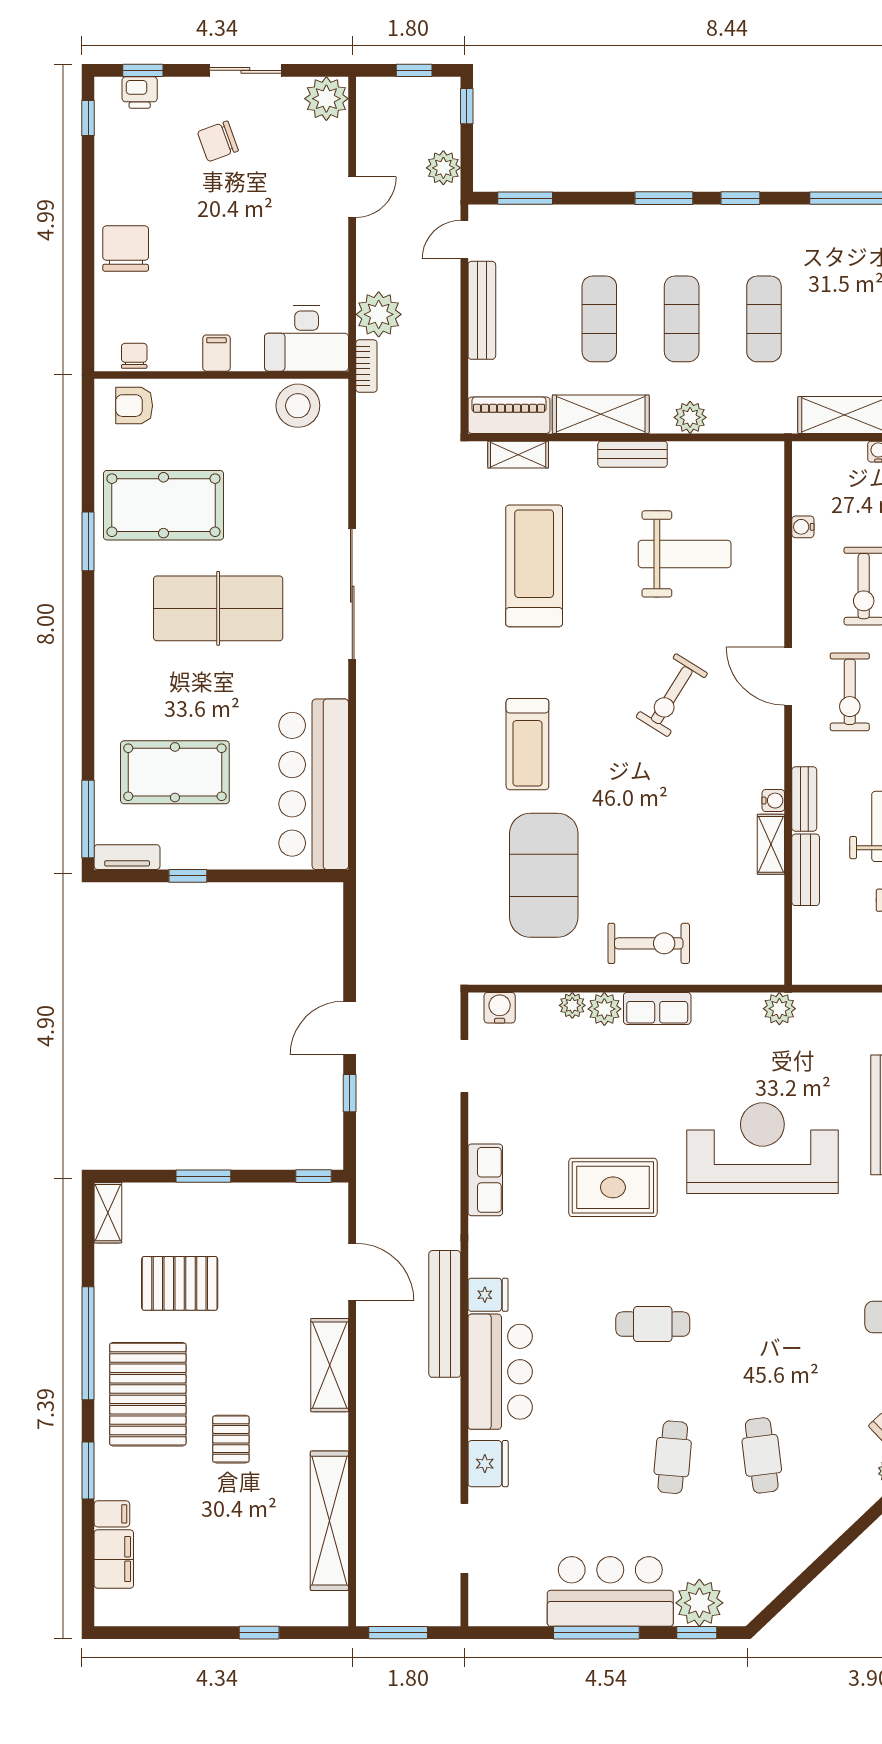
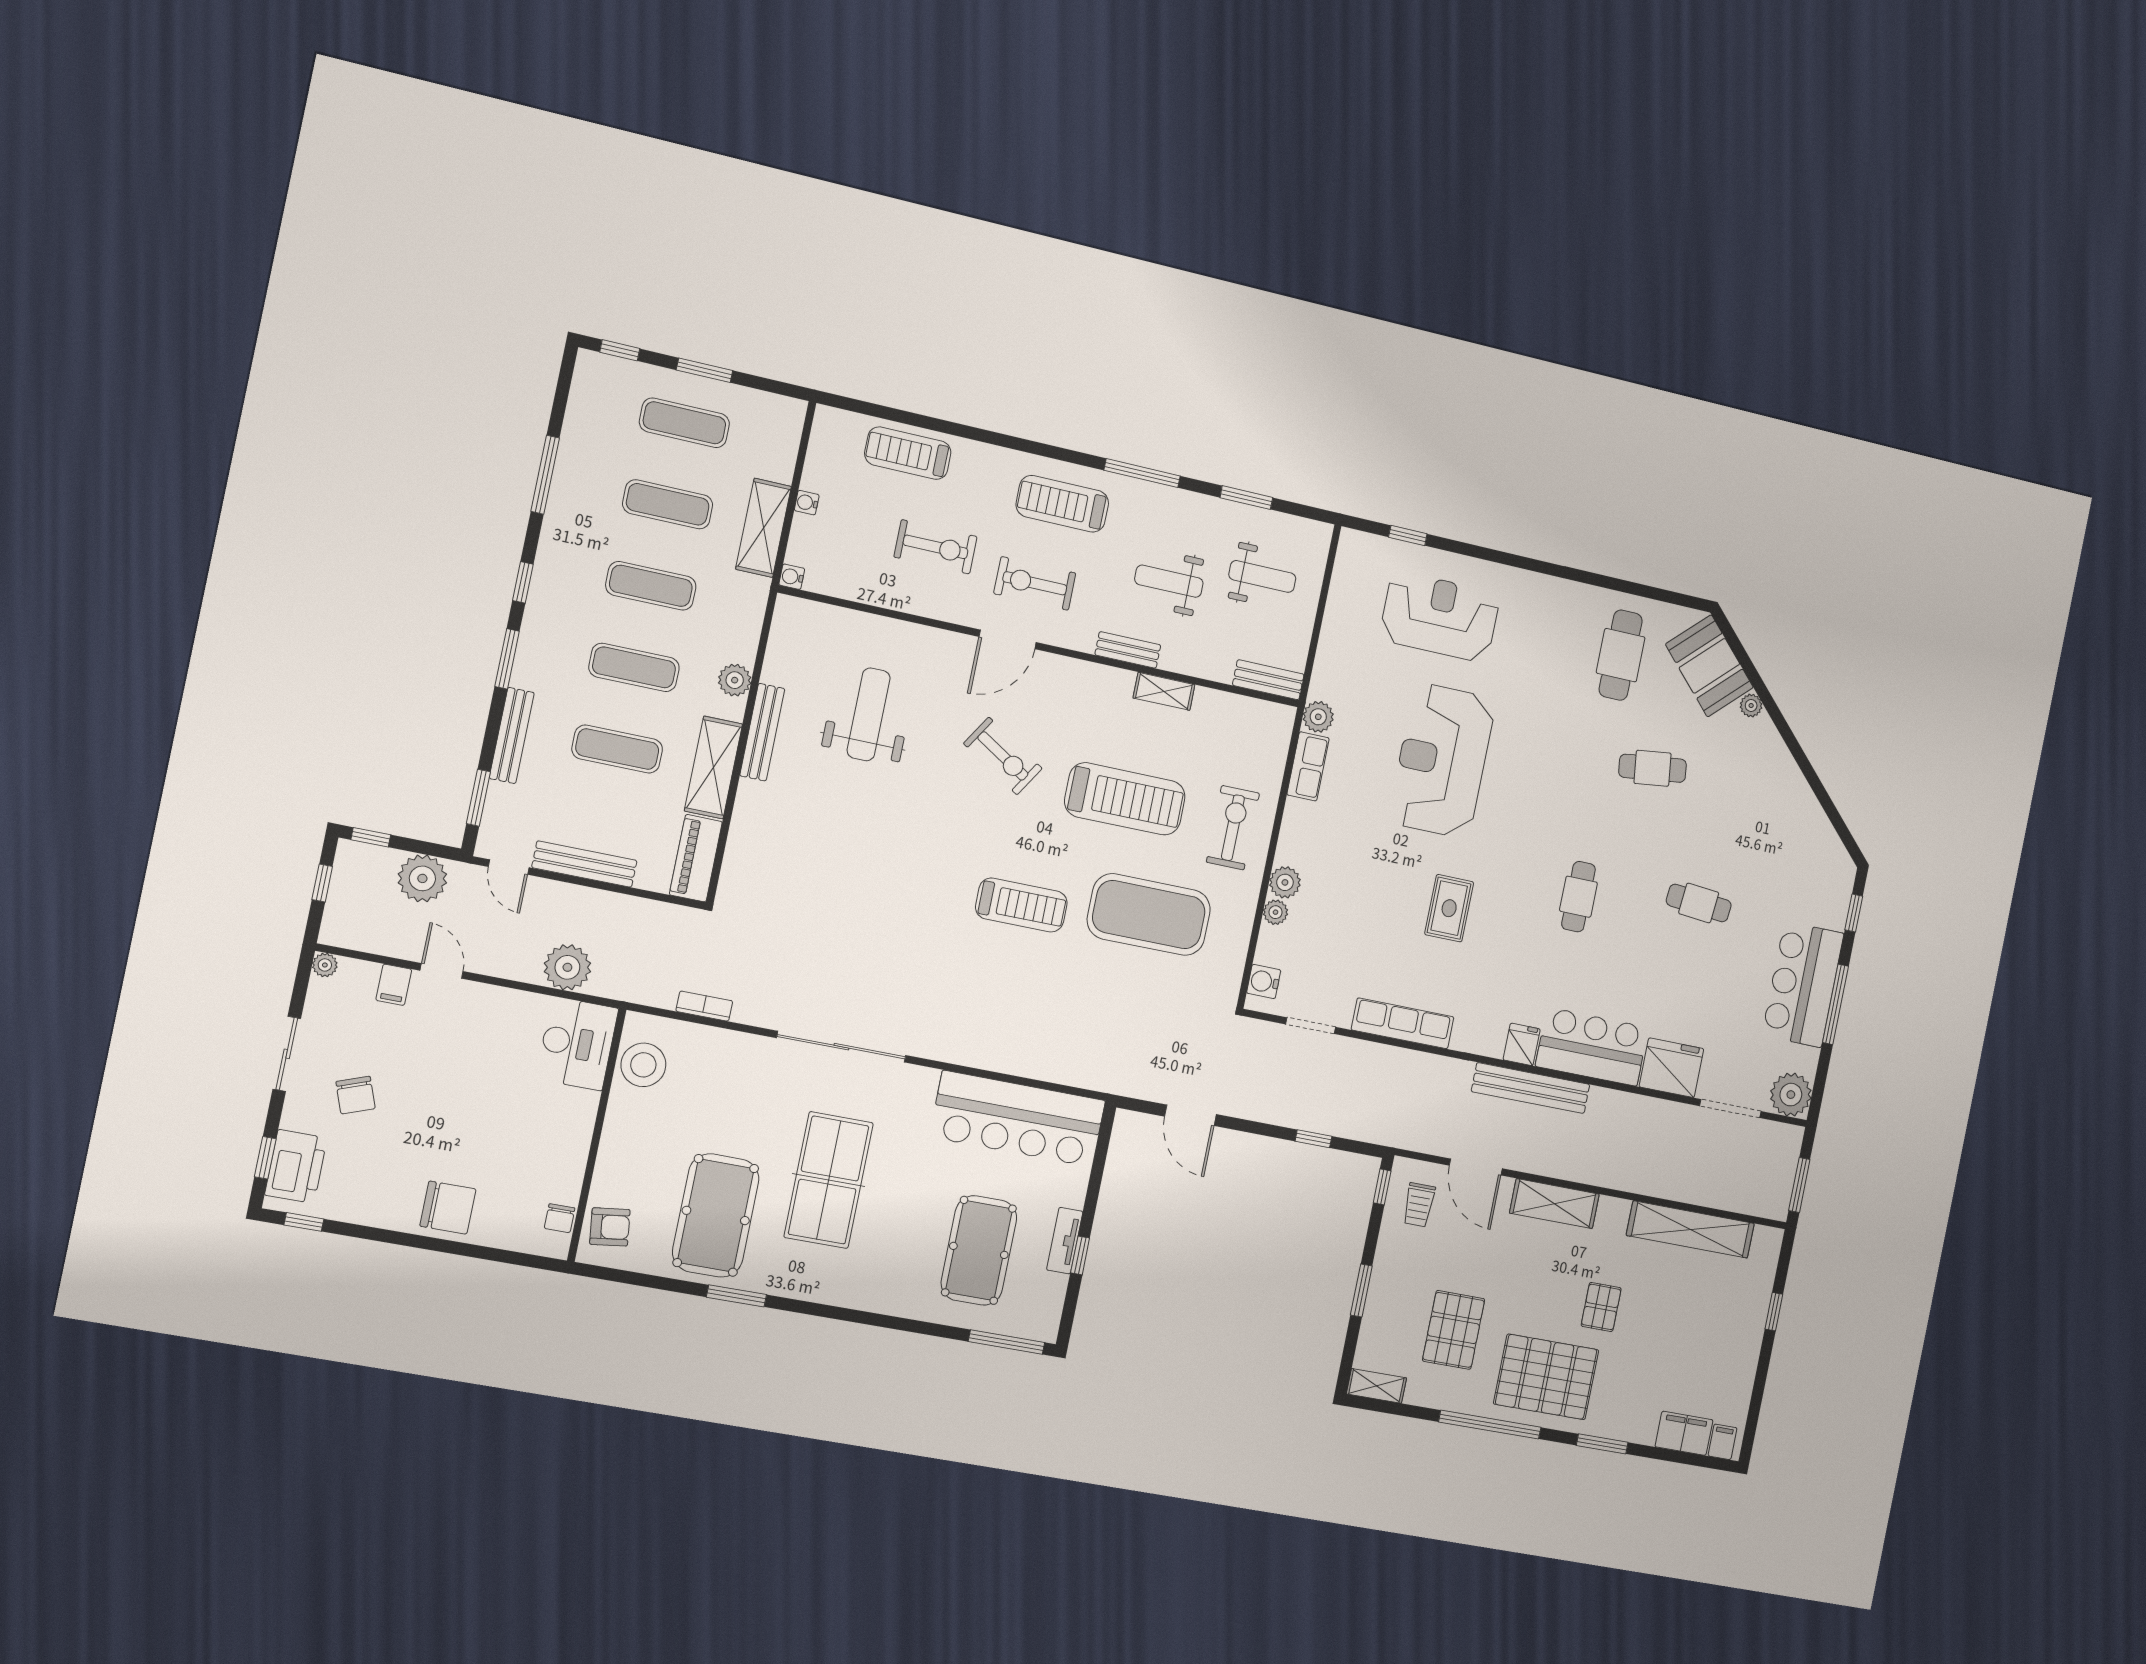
printer: (140, 92) -> (296, 1167), width x1.87, depth x1.48
plant: (326, 99) -> (325, 965), width x0.53, depth x0.53
plant: (443, 168) -> (422, 878), width x1.36, depth x1.36
bench: (591, 217) -> (512, 735), added
chair: (126, 249) -> (448, 1208), turned 180
exercise mat: (846, 319) -> (668, 504), added
filing cabinet: (216, 353) -> (394, 985), moved, turned -90
chair: (134, 356) -> (560, 1218), turned -90
bookcase: (366, 366) -> (704, 1006), moved
armchair: (134, 406) -> (610, 1227), turned -97
bench: (633, 454) -> (762, 732), width x1.36
shelving: (518, 455) -> (737, 857), removed
water cooler: (803, 527) -> (792, 577), moved, turned 90
treadmill: (534, 566) -> (1125, 799), moved, turned 180
exercise bike: (850, 692) -> (1035, 583), turned 180
water cooler: (773, 801) -> (1123, 680), removed
tv unit: (127, 857) -> (1065, 1241), moved
bench: (806, 870) -> (1268, 680), moved
row of seats: (657, 1008) -> (1308, 766), moved
door: (350, 1028) -> (1190, 1115), moved
row of seats: (485, 1180) -> (1403, 1023), width x1.48
rug: (613, 1187) -> (1449, 908), width x0.73, depth x0.70
trolley: (302, 1219) -> (1419, 1205), added
door: (352, 1272) -> (1476, 1167), swing flipped
pallet: (231, 1439) -> (1601, 1307), turned 90
cafe table: (762, 1455) -> (1653, 768), moved
fridge: (488, 1464) -> (1671, 1068), width x1.36, depth x1.34
filing cabinet: (112, 1514) -> (1723, 1442), moved
plant: (699, 1603) -> (1791, 1095), moved

